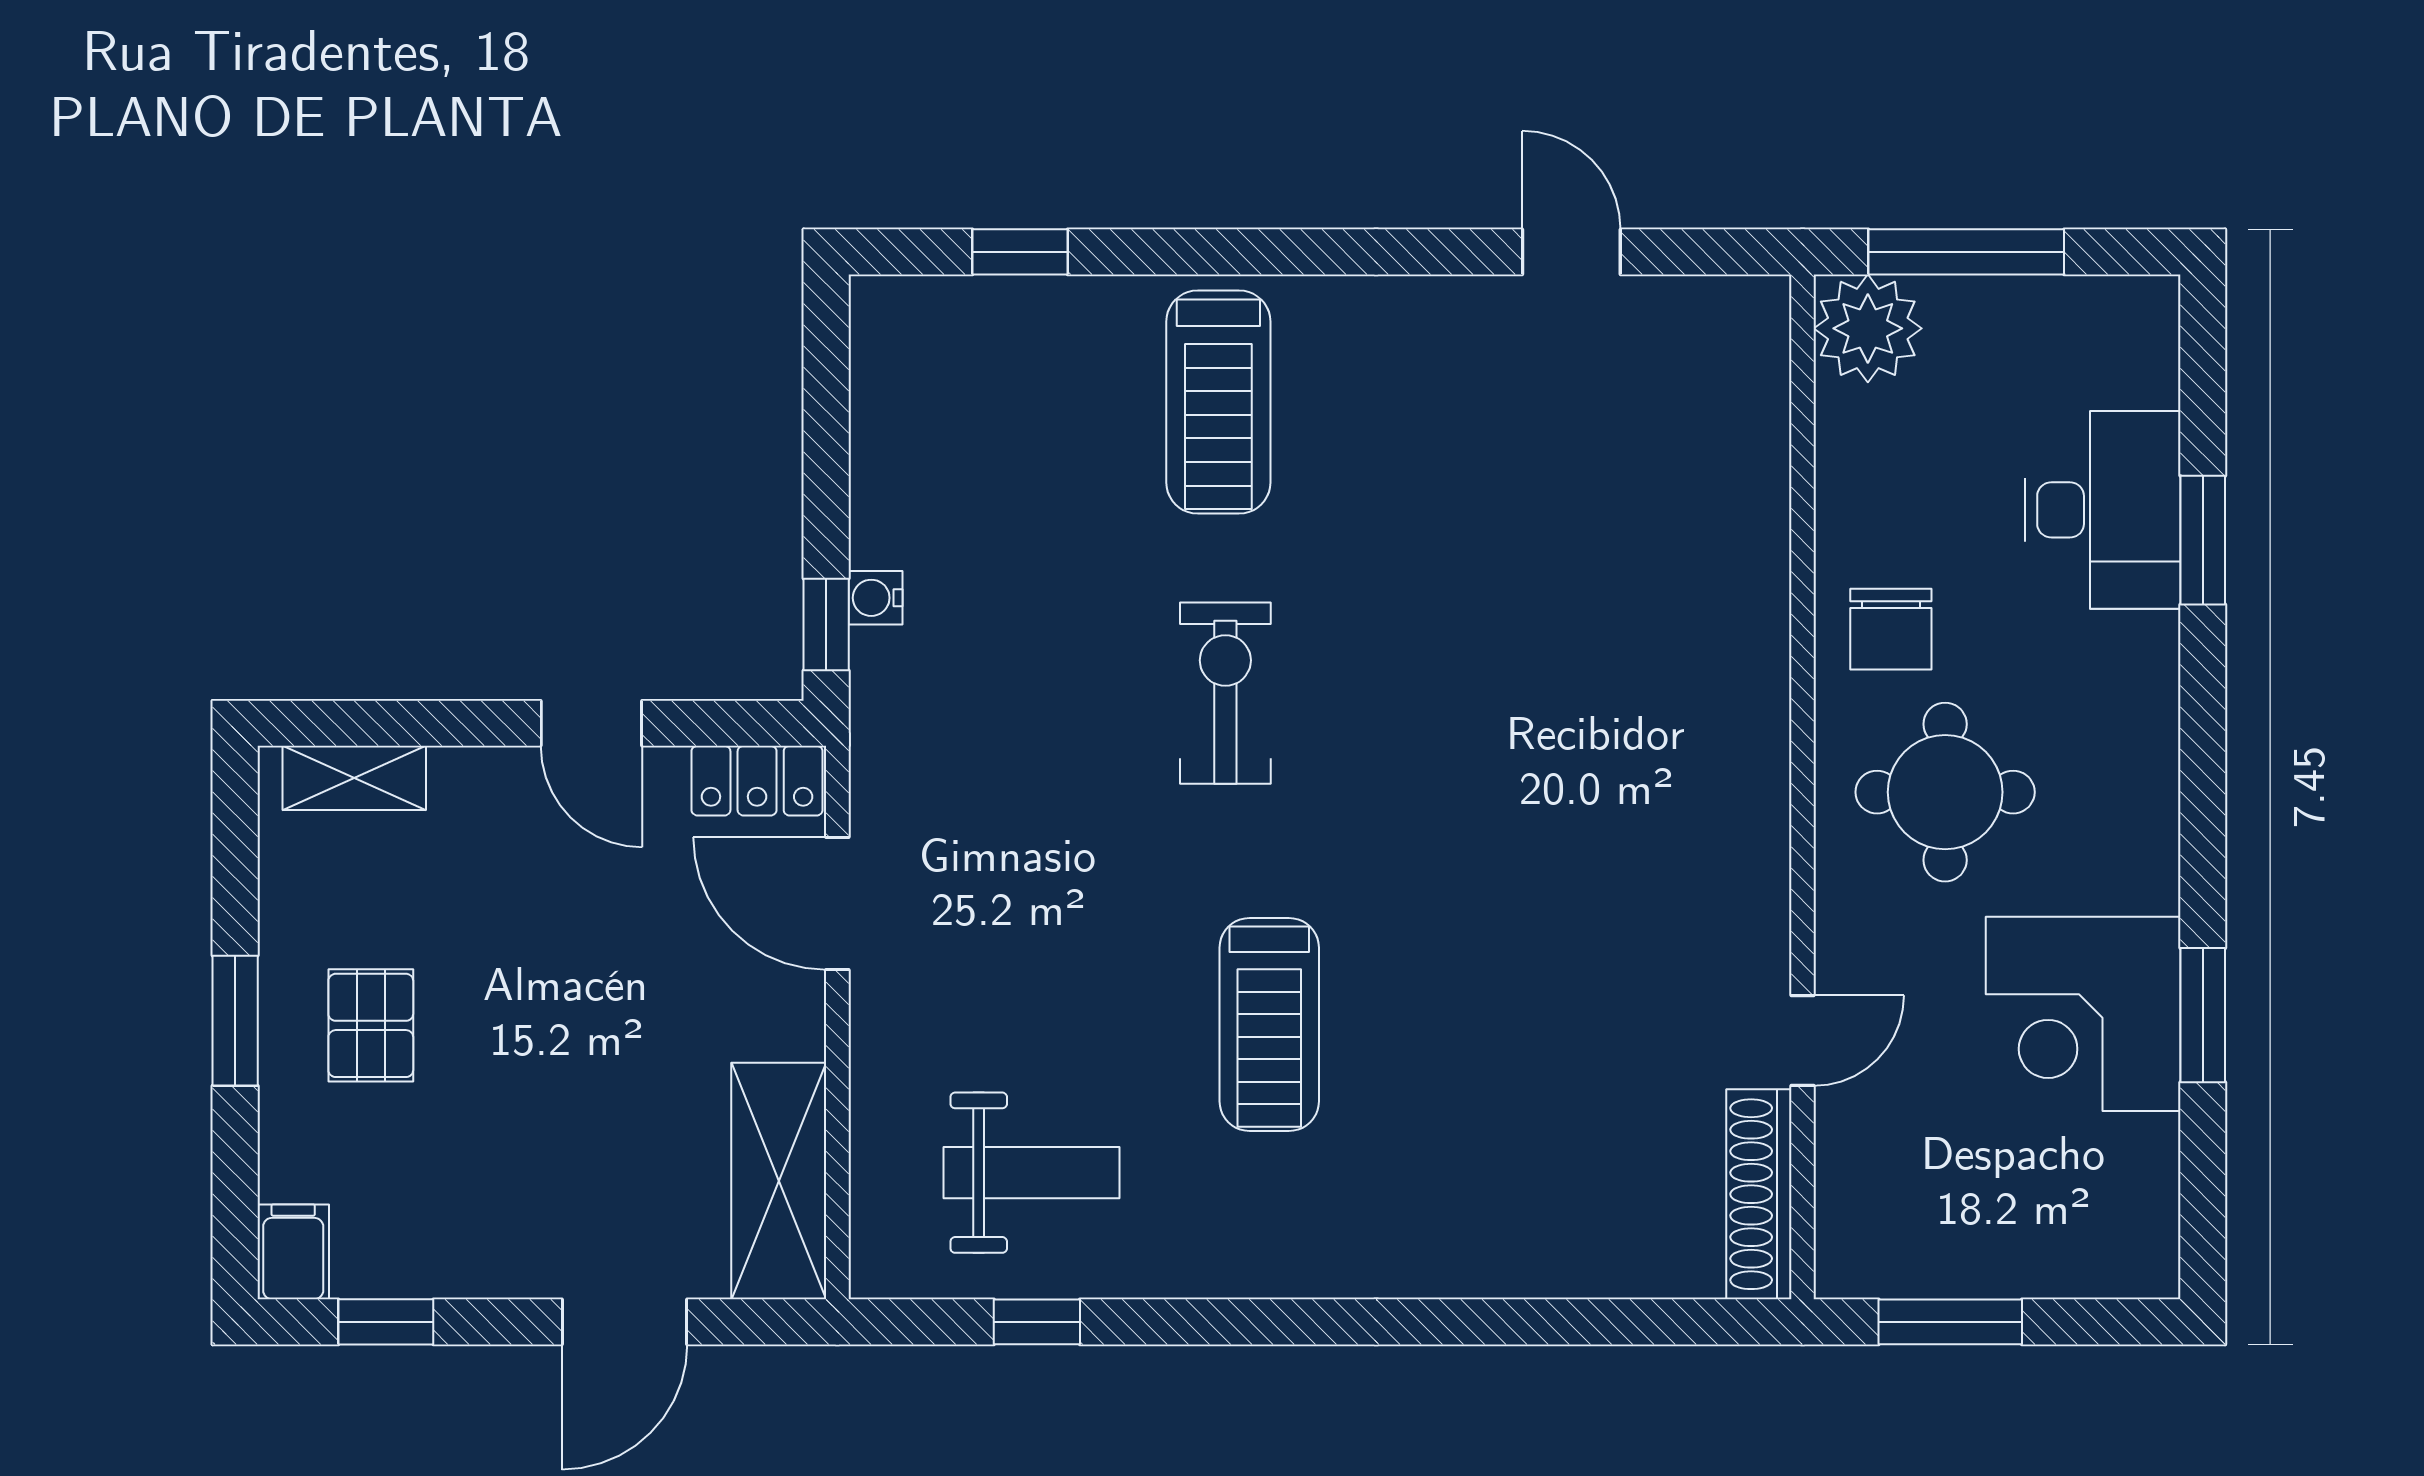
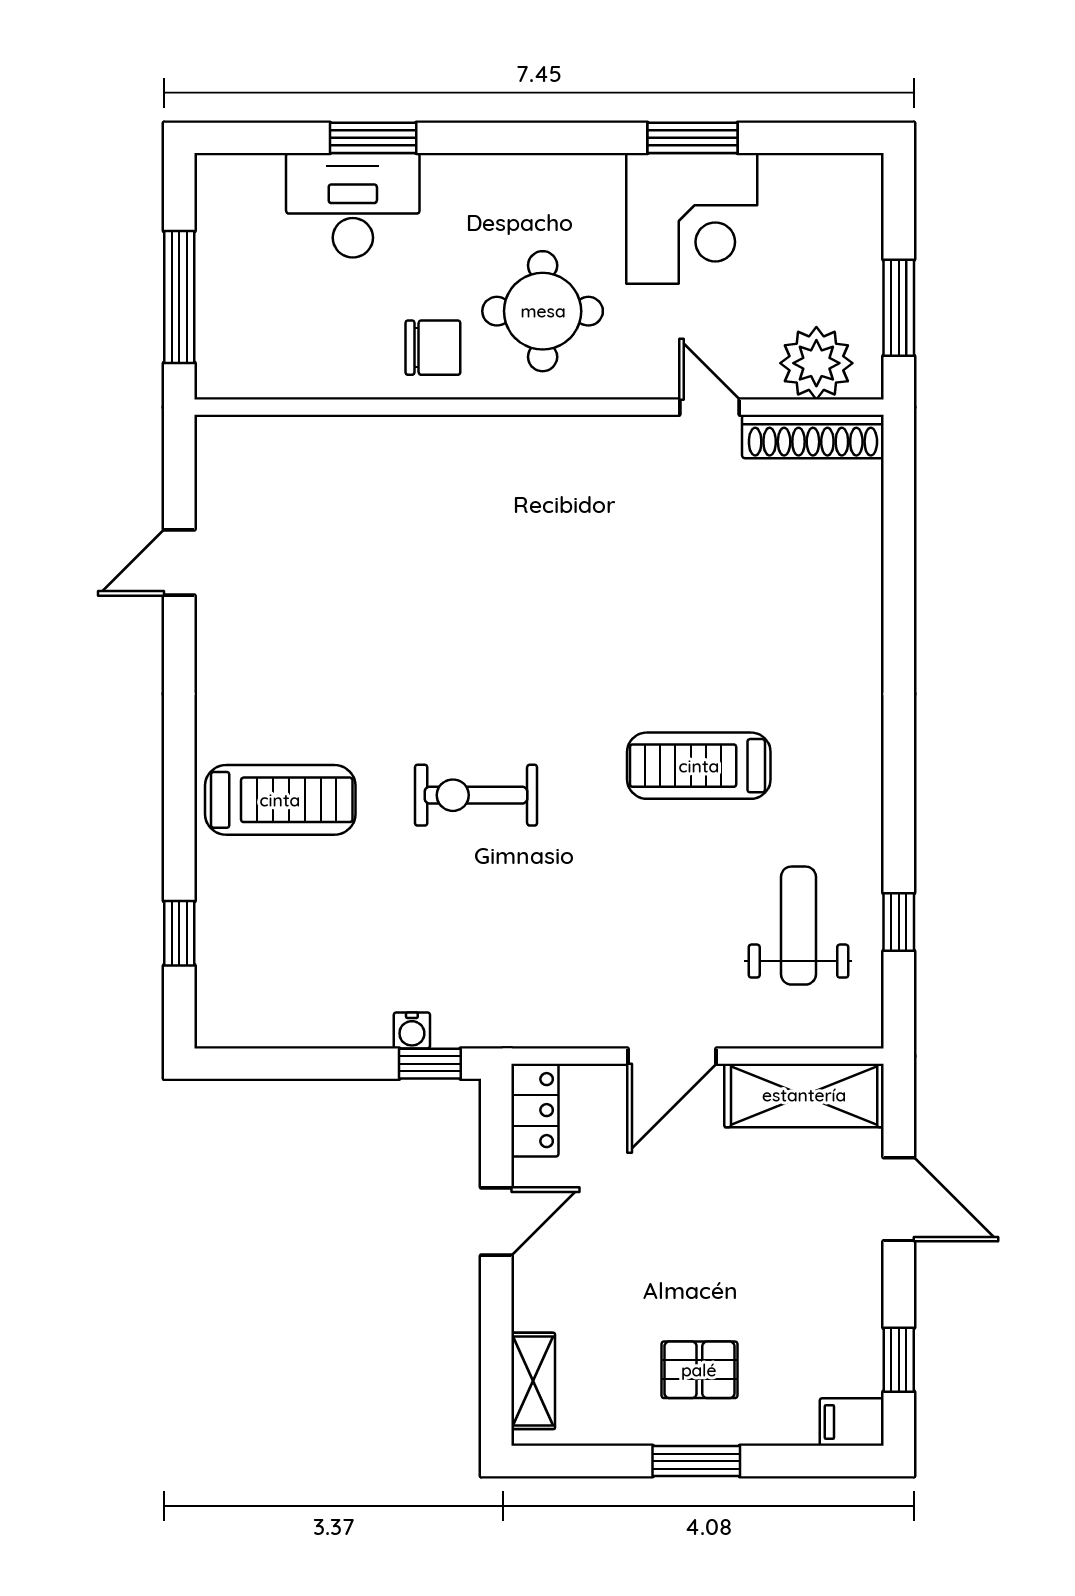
plant: (1868, 328) -> (816, 363), moved
door: (837, 903) -> (672, 1056), moved
treadmill: (1269, 1024) -> (699, 766), turned 180

